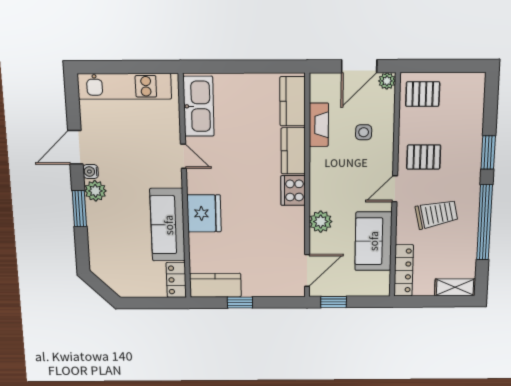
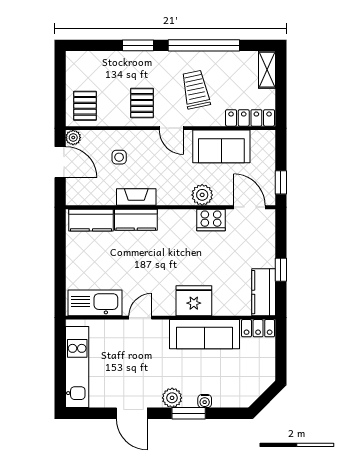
fireplace: (319, 125) -> (136, 197), moved
water cooler: (91, 172) -> (205, 401), moved
cooker: (293, 190) -> (211, 220), moved

